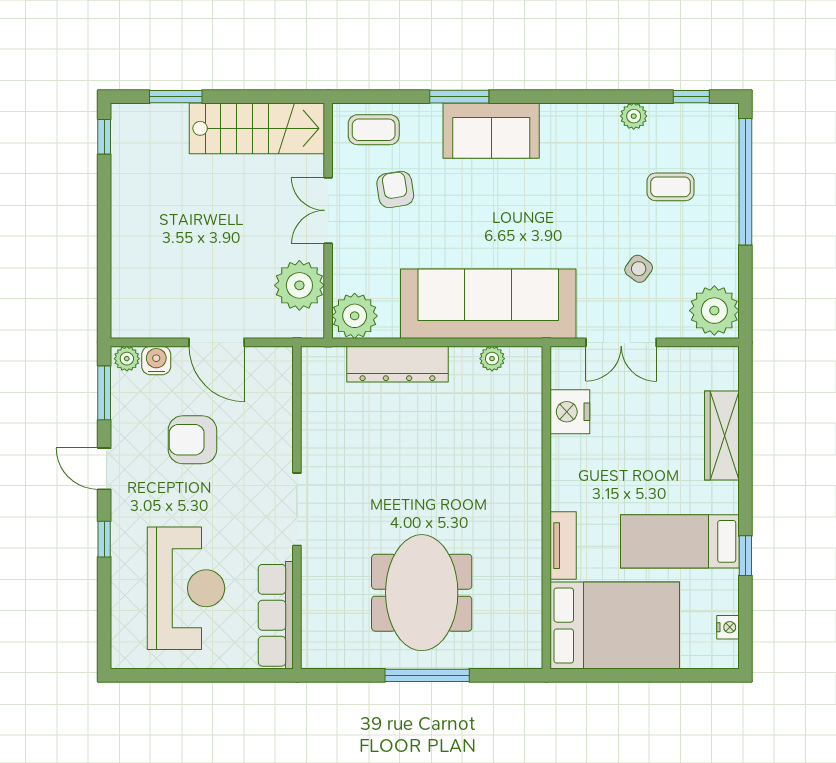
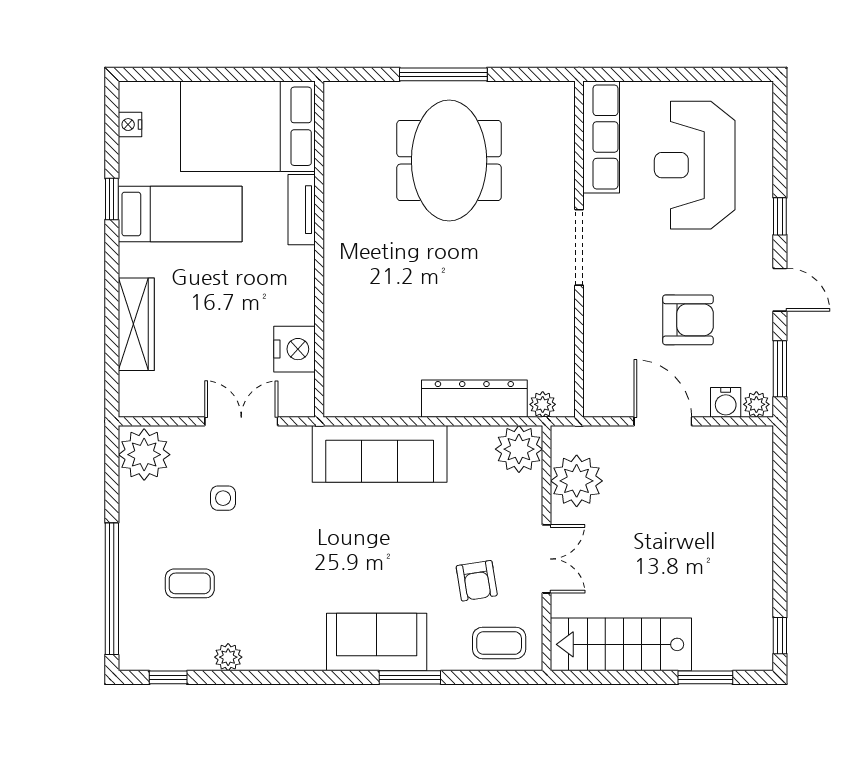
side table: (639, 269) -> (223, 498), turned -36
sofa: (488, 304) -> (380, 454), width x0.74, depth x0.79
plant: (492, 359) -> (543, 404), moved

